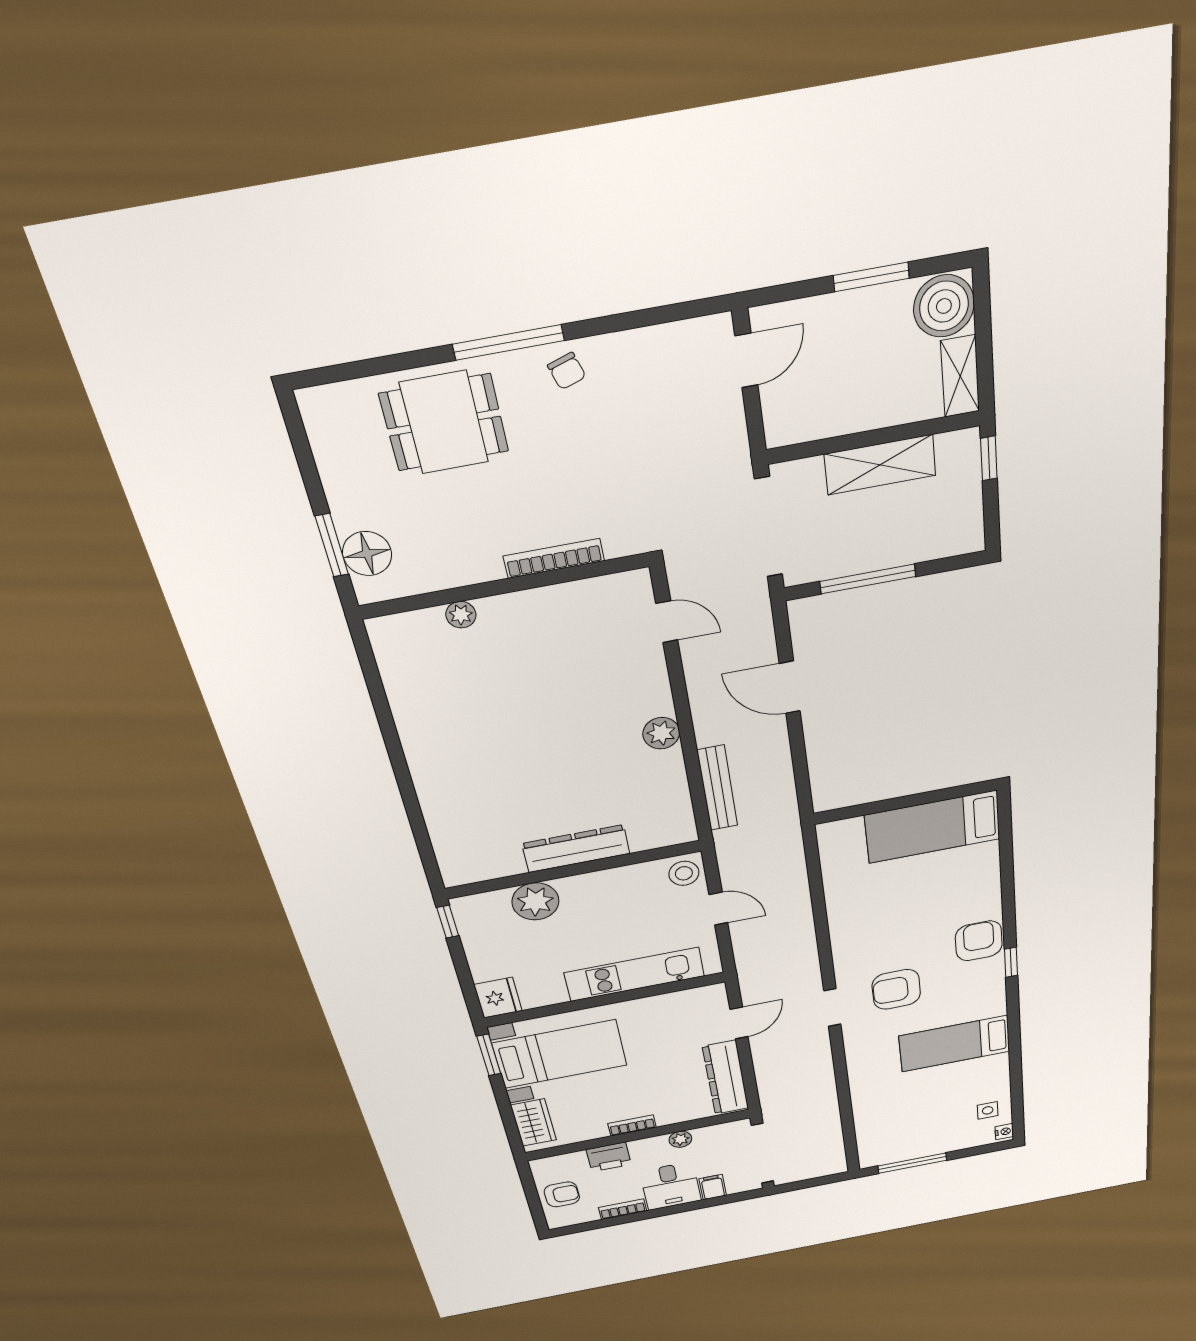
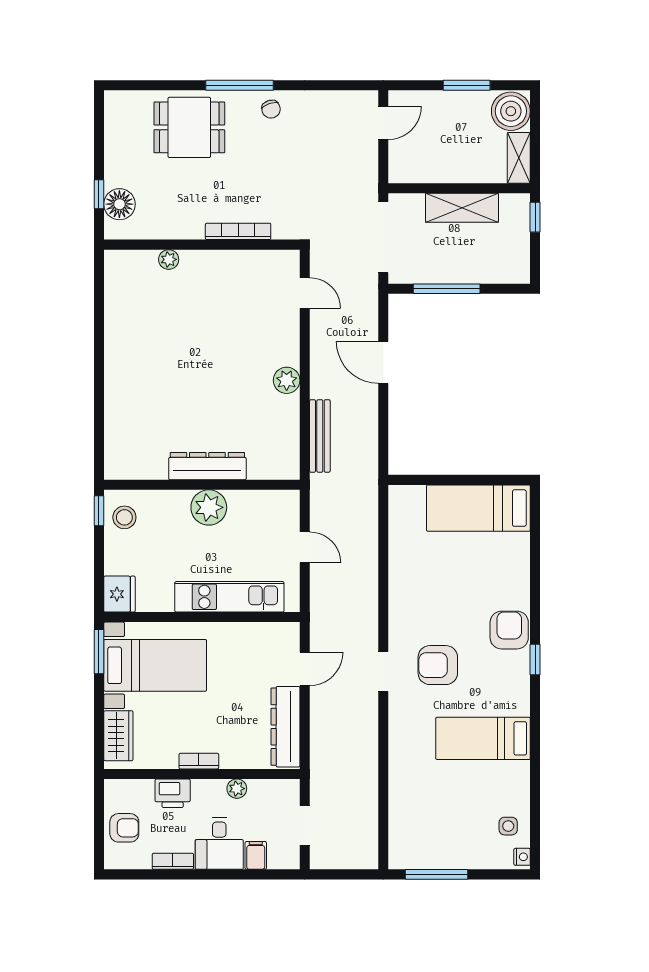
window: (332, 545) -> (99, 194), width x0.67
stool: (684, 873) -> (124, 517), moved
plant: (535, 901) -> (209, 507), moved
doorway: (762, 1153) -> (305, 825), width x0.53

